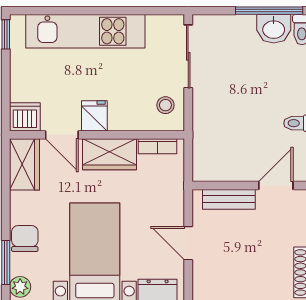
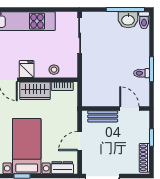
stool: (165, 105) -> (54, 70), moved
door: (276, 186) -> (129, 109), hinge flipped
door: (188, 243) -> (80, 141), hinge flipped

